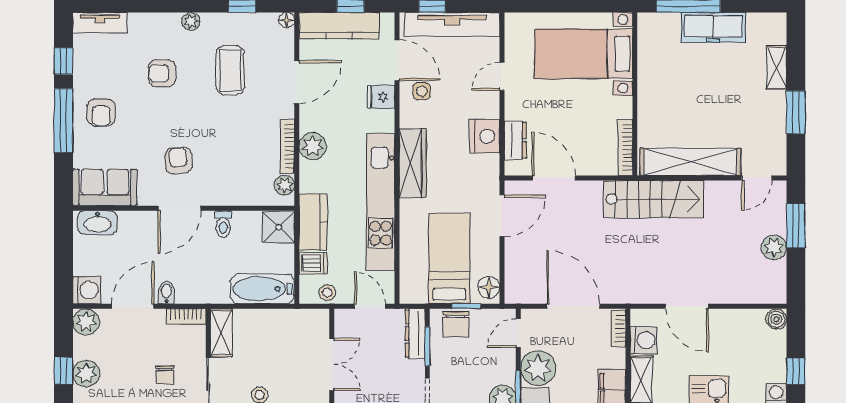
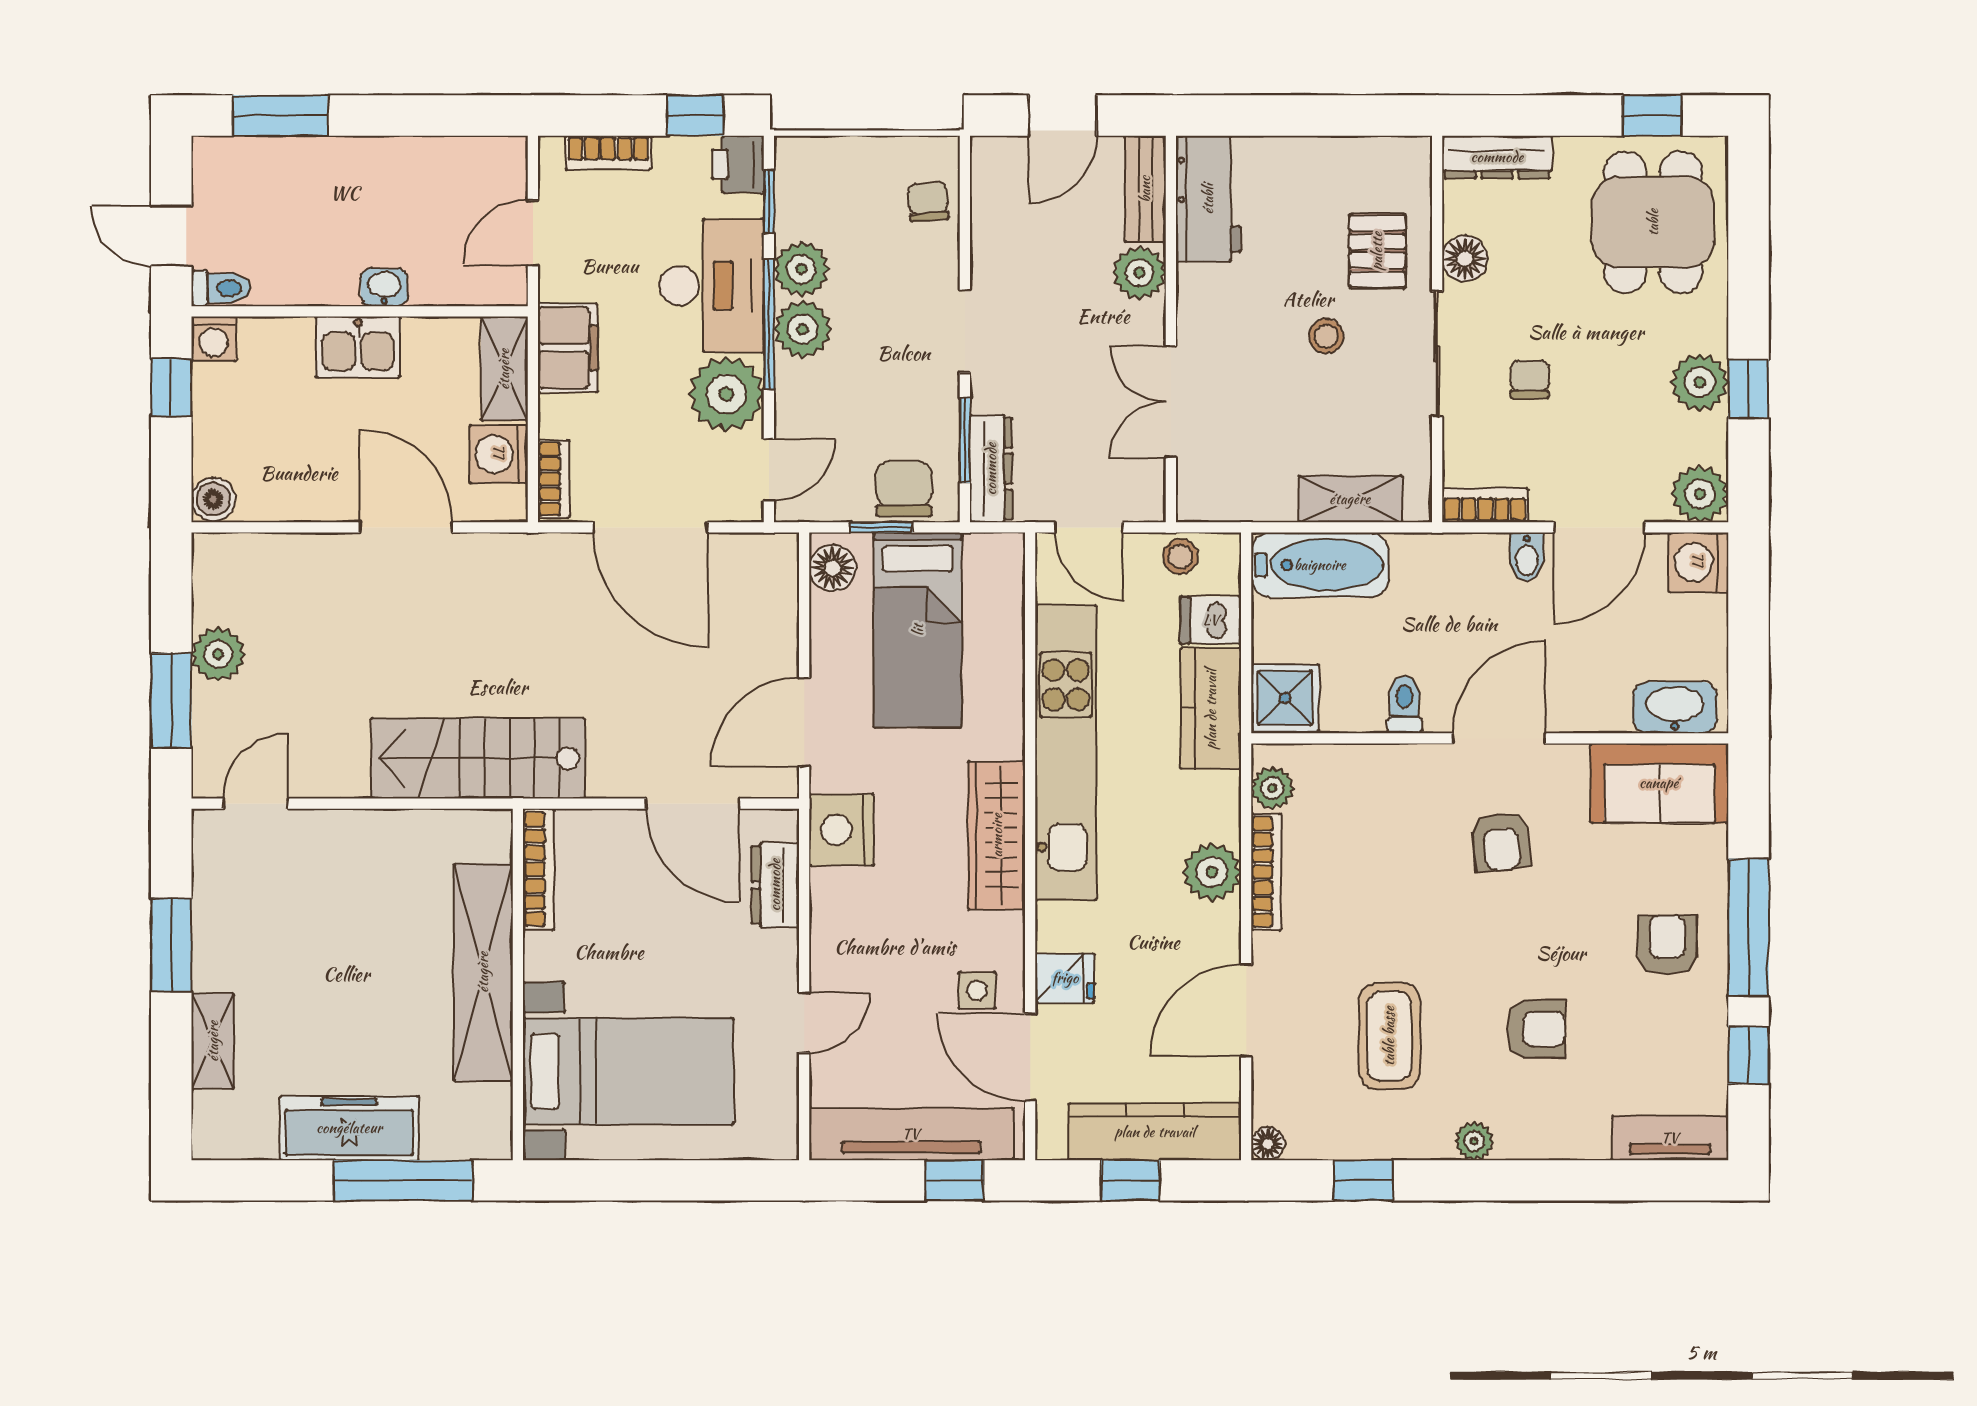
nightstand: (485, 136) -> (841, 830), moved
shelving: (691, 162) -> (483, 972), moved, turned 90
shelving: (221, 333) -> (1350, 499), moved, turned 90

